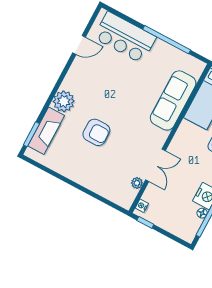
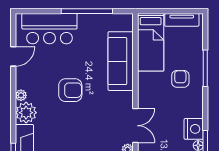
plant: (67, 83) -> (21, 95), added
armchair: (96, 132) -> (70, 90), moved

